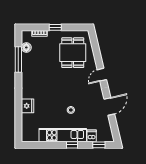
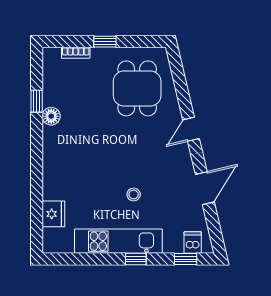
floor lamp: (26, 47) -> (51, 116), moved
window: (18, 59) -> (37, 101), width x0.46
fridge: (28, 106) -> (53, 214), moved
dishwasher: (92, 136) -> (193, 243), moved

